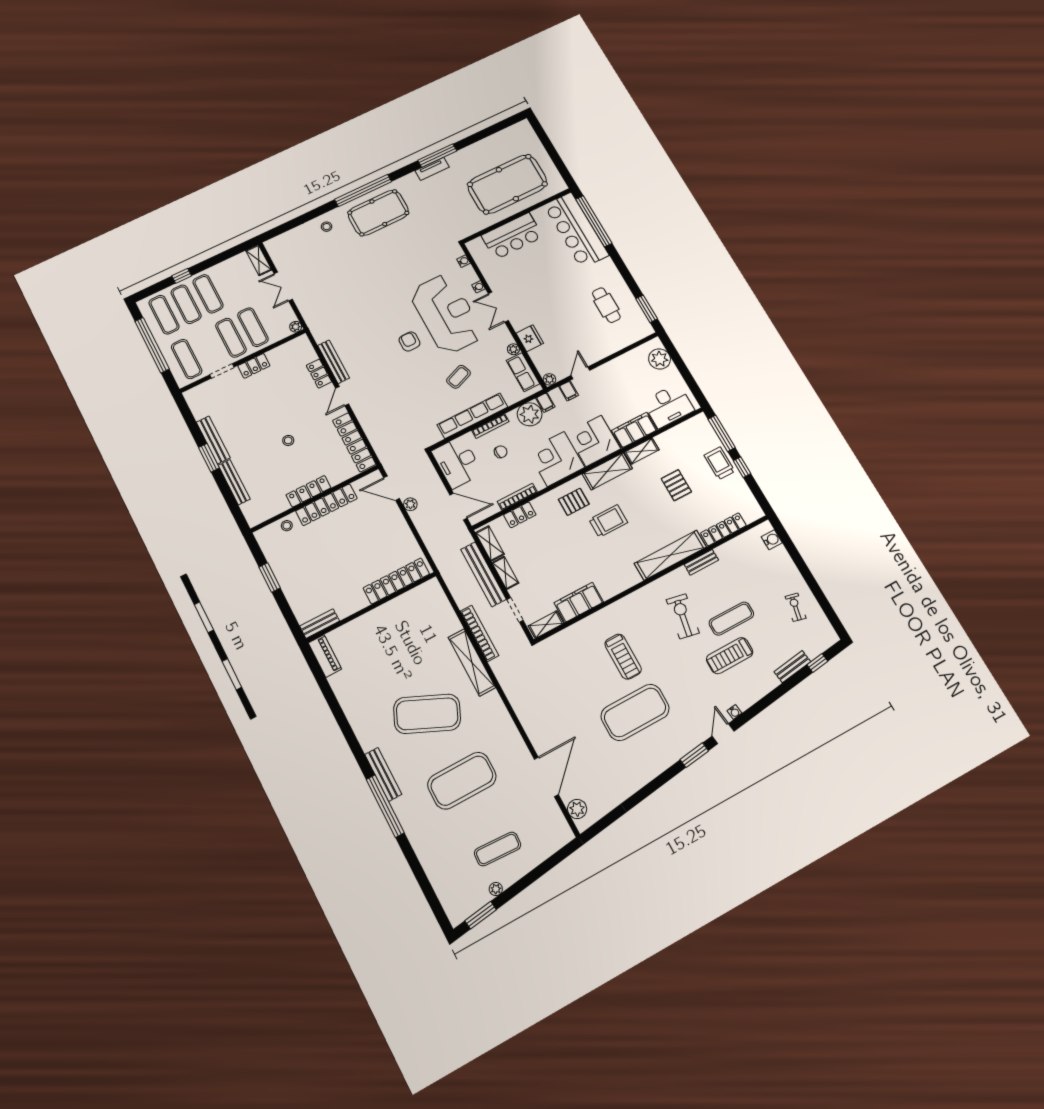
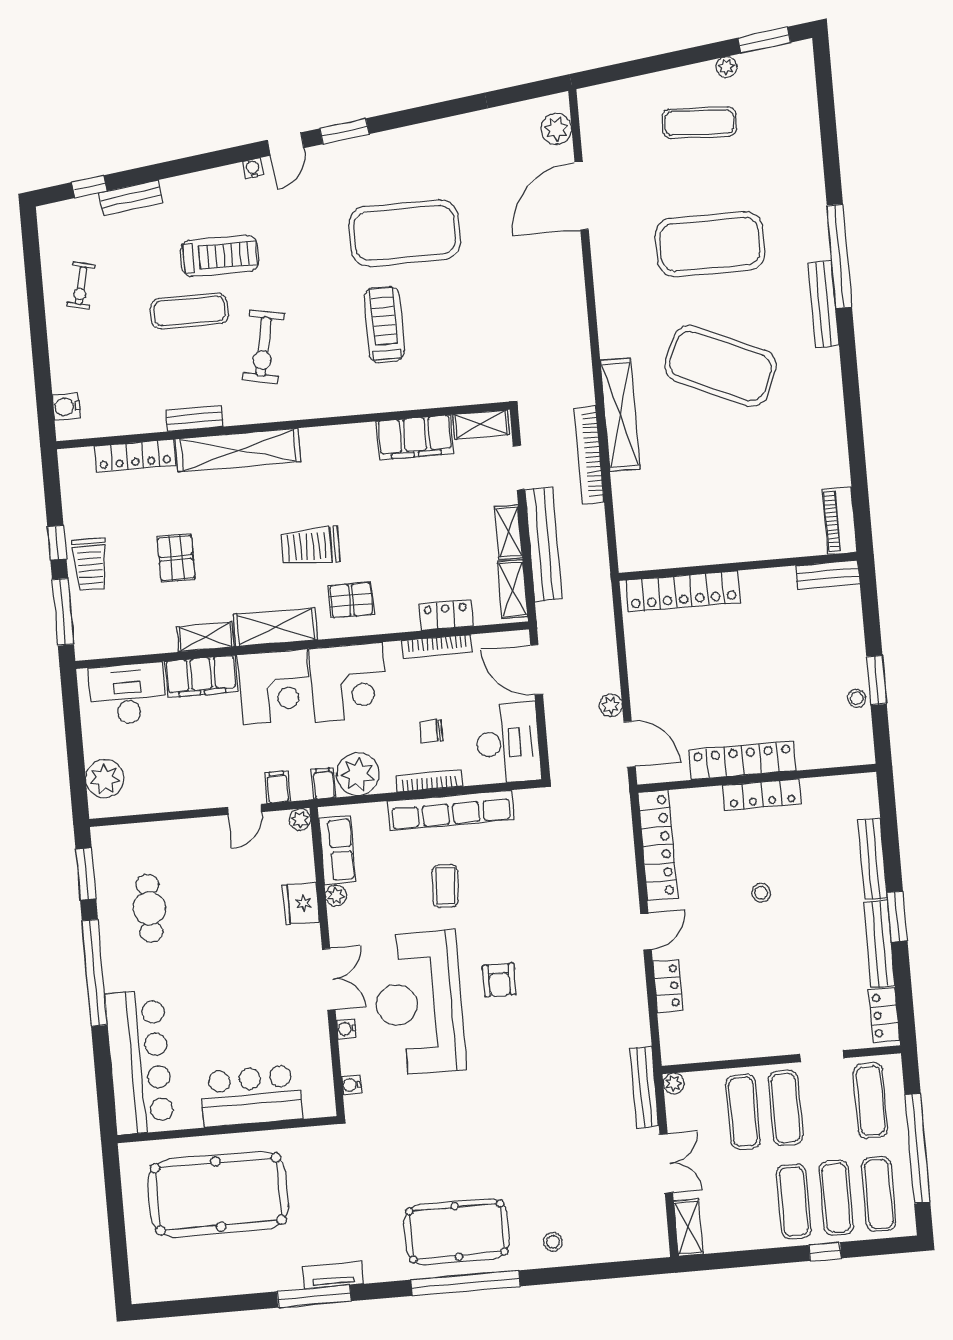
window: (594, 221) -> (95, 973), moved
bench: (334, 362) -> (644, 1087), moved
locker: (254, 366) -> (884, 1015), moved, turned -90
coffee table: (458, 377) -> (445, 886), turned -65
stool: (287, 526) -> (857, 698), moved

